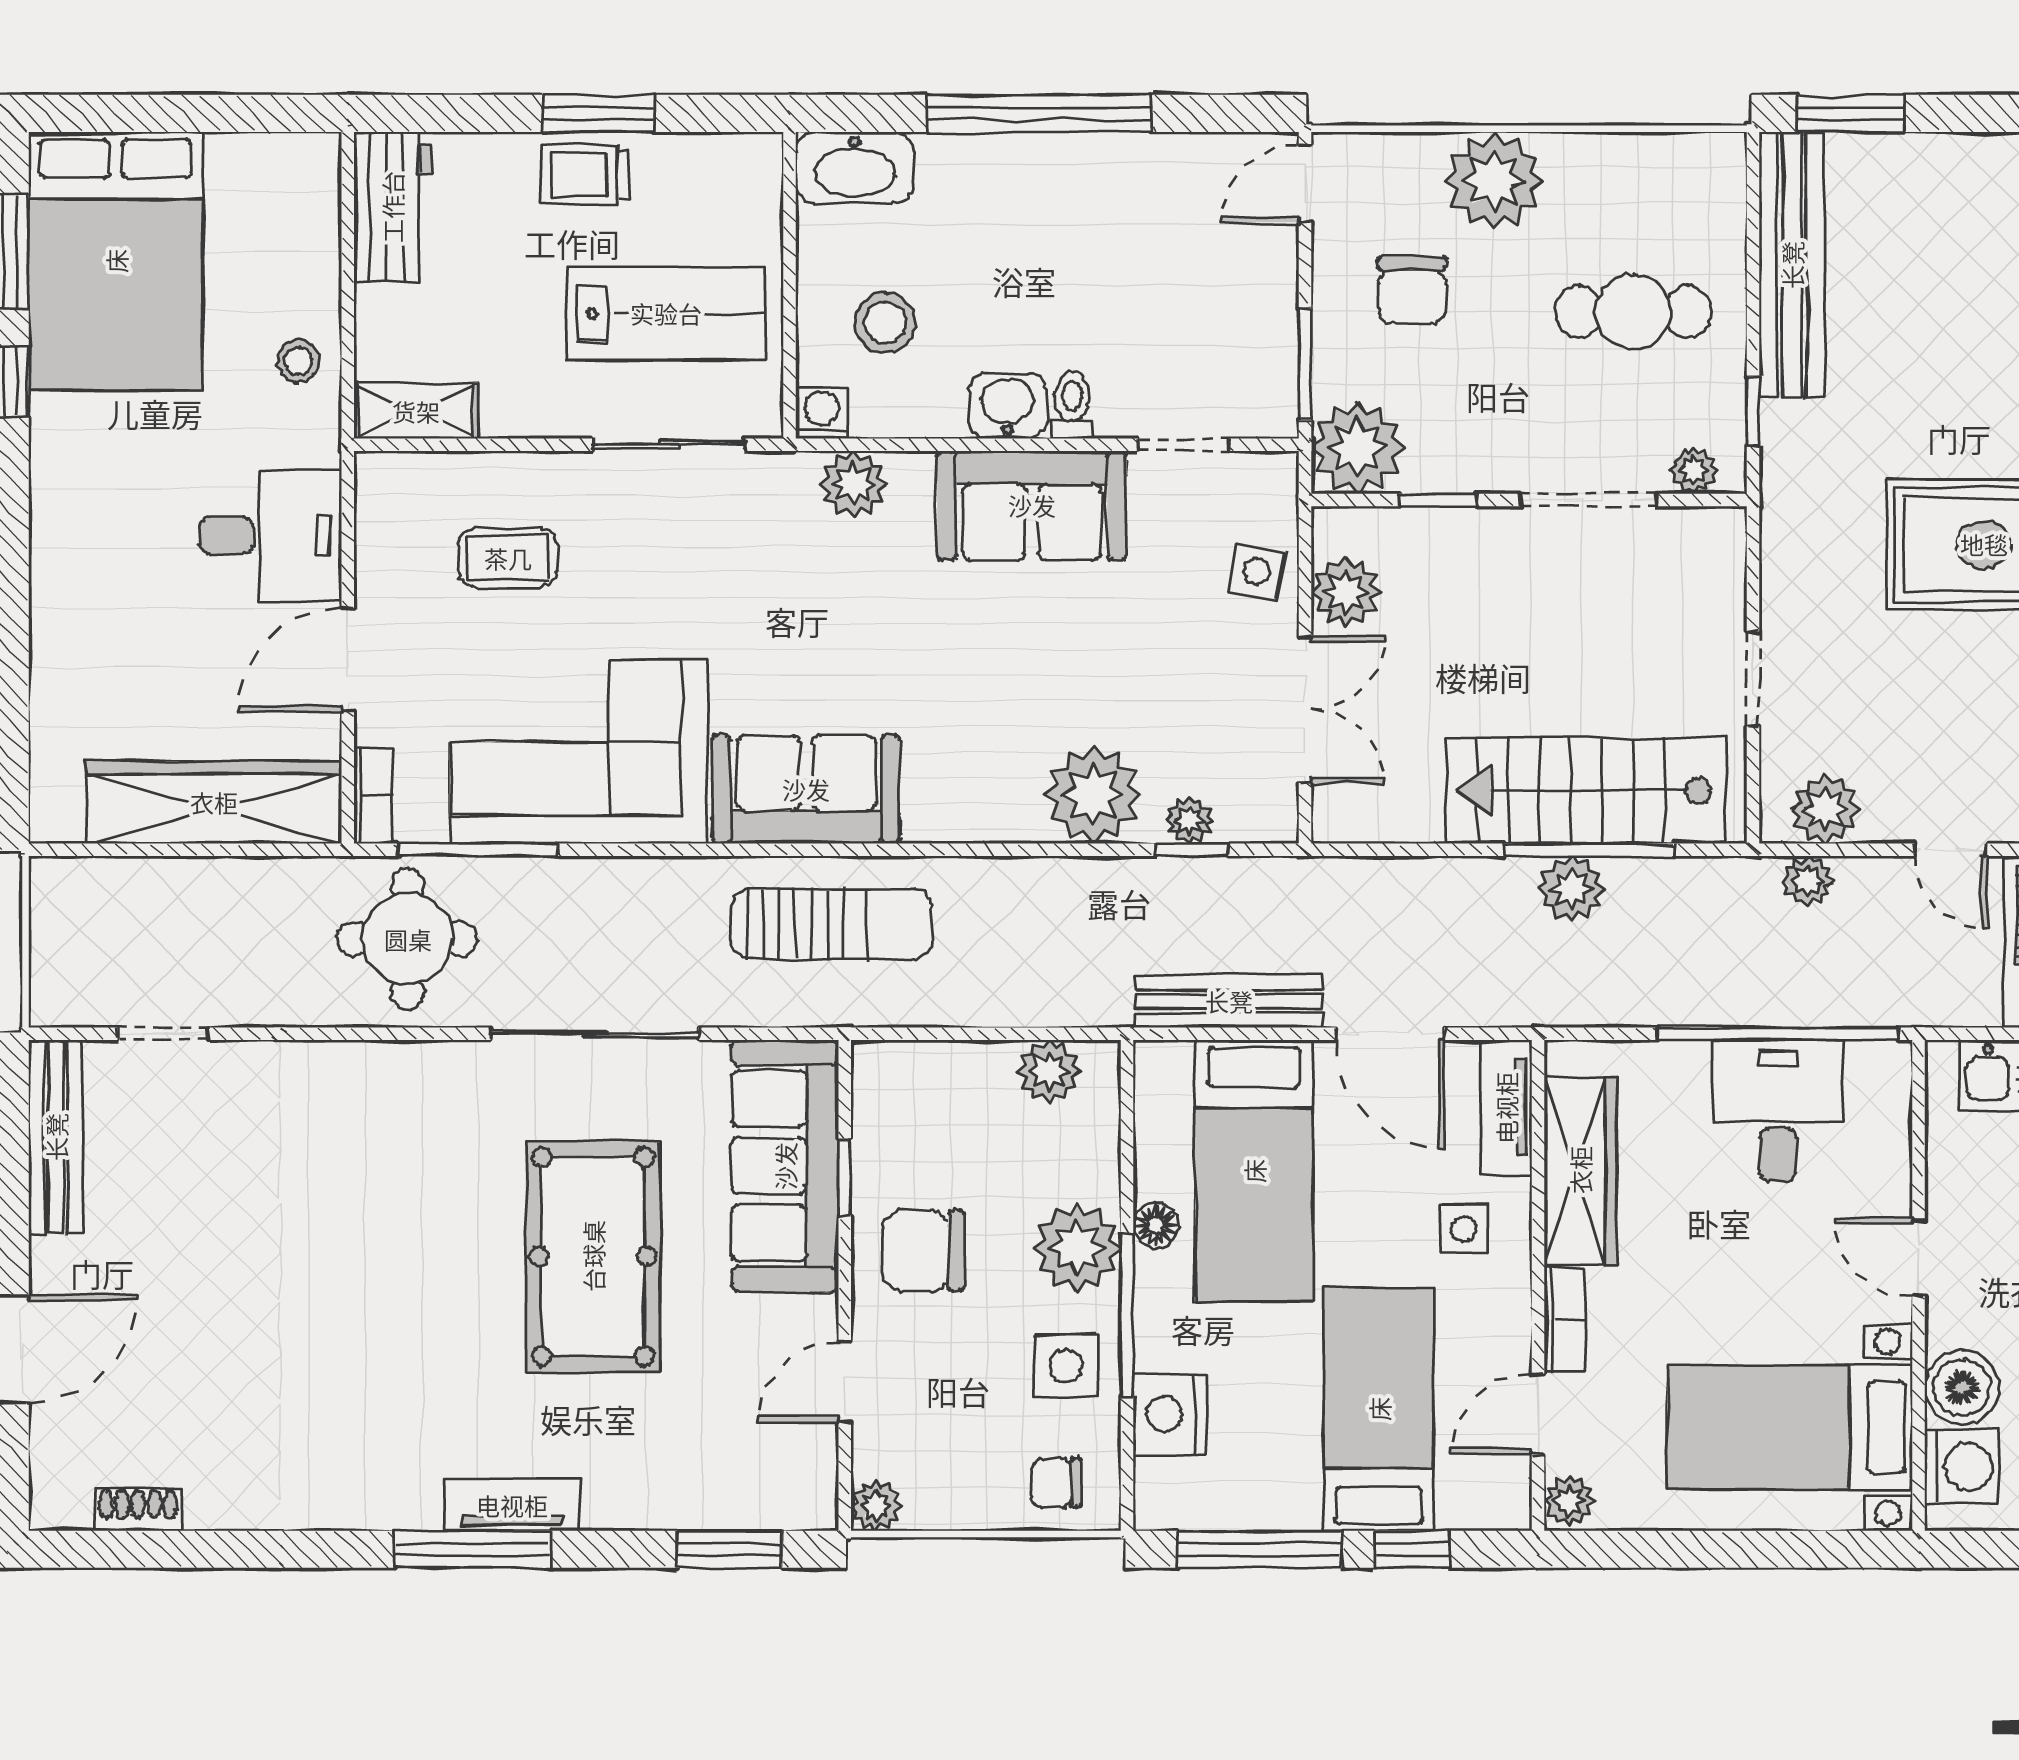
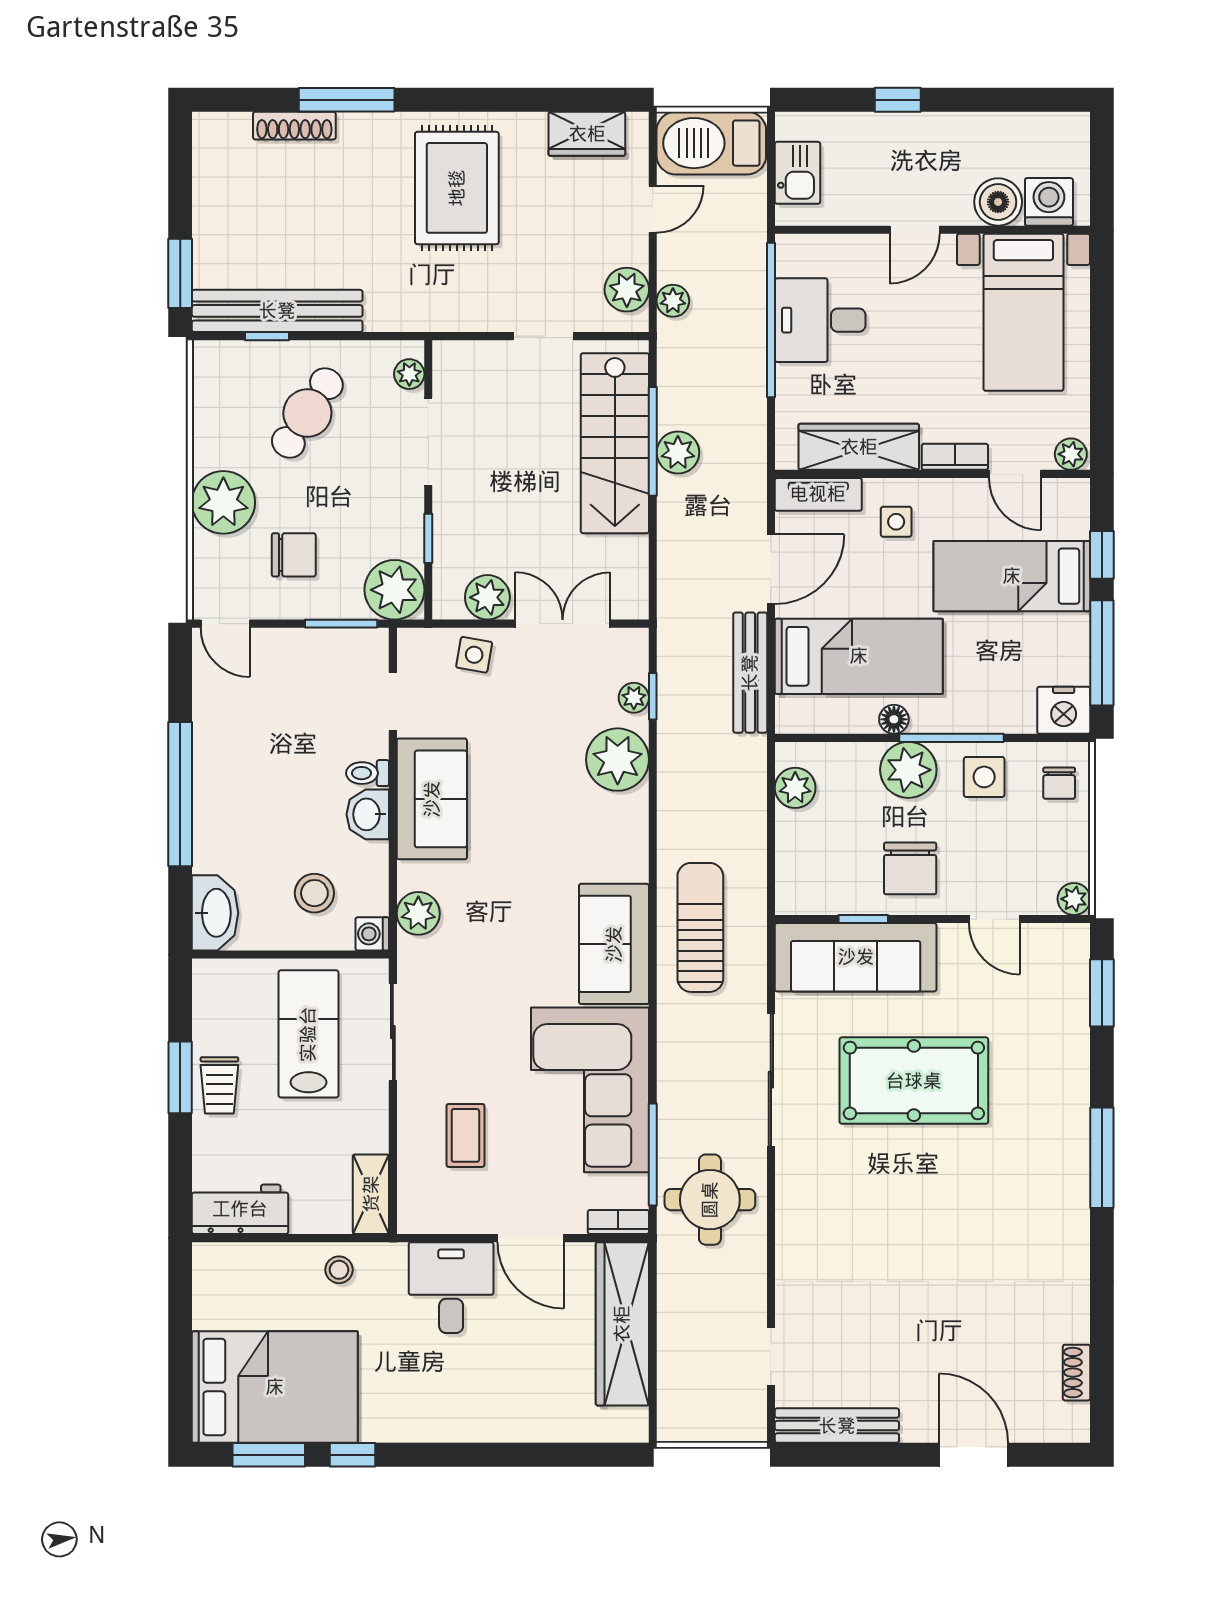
cafe table: (1633, 312) -> (307, 413), turned 33
window: (1753, 411) -> (267, 336), moved
nightstand: (1170, 1414) -> (1064, 710), moved
tv unit: (512, 1505) -> (1073, 1132), removed

